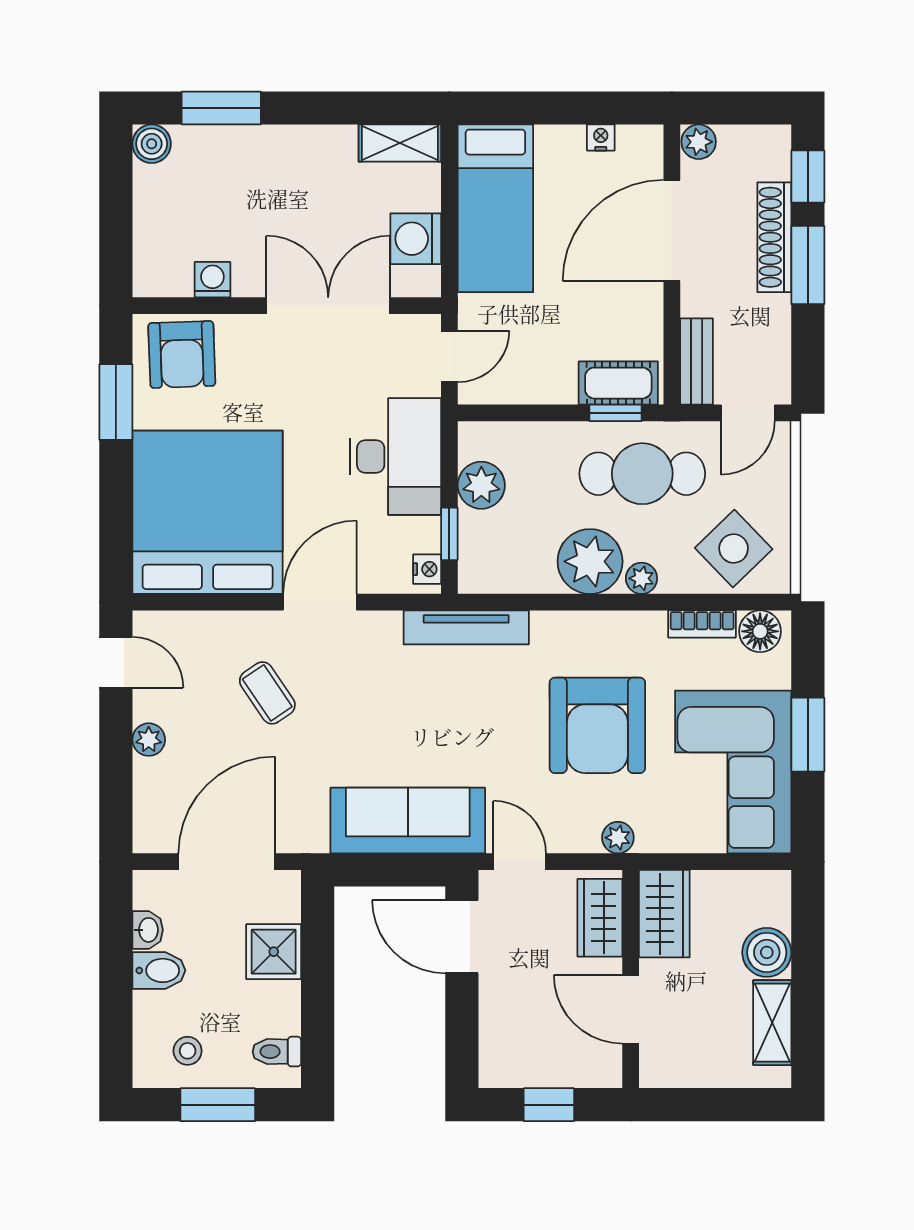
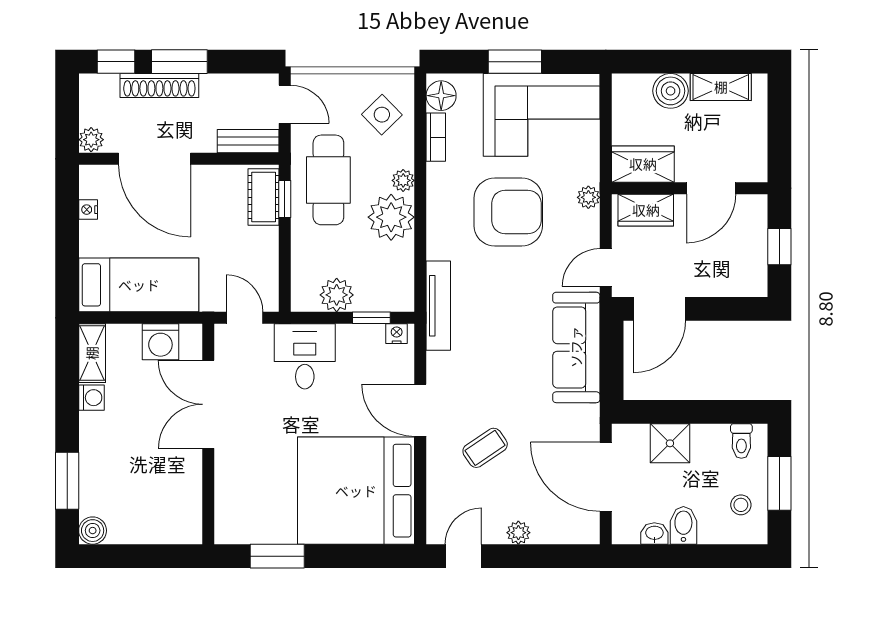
washing machine: (212, 280) -> (92, 398), moved, turned 180
armchair: (182, 354) -> (243, 509), removed
desk: (395, 456) -> (305, 356), width x0.73
side table: (734, 549) -> (382, 115), width x0.73, depth x0.73

